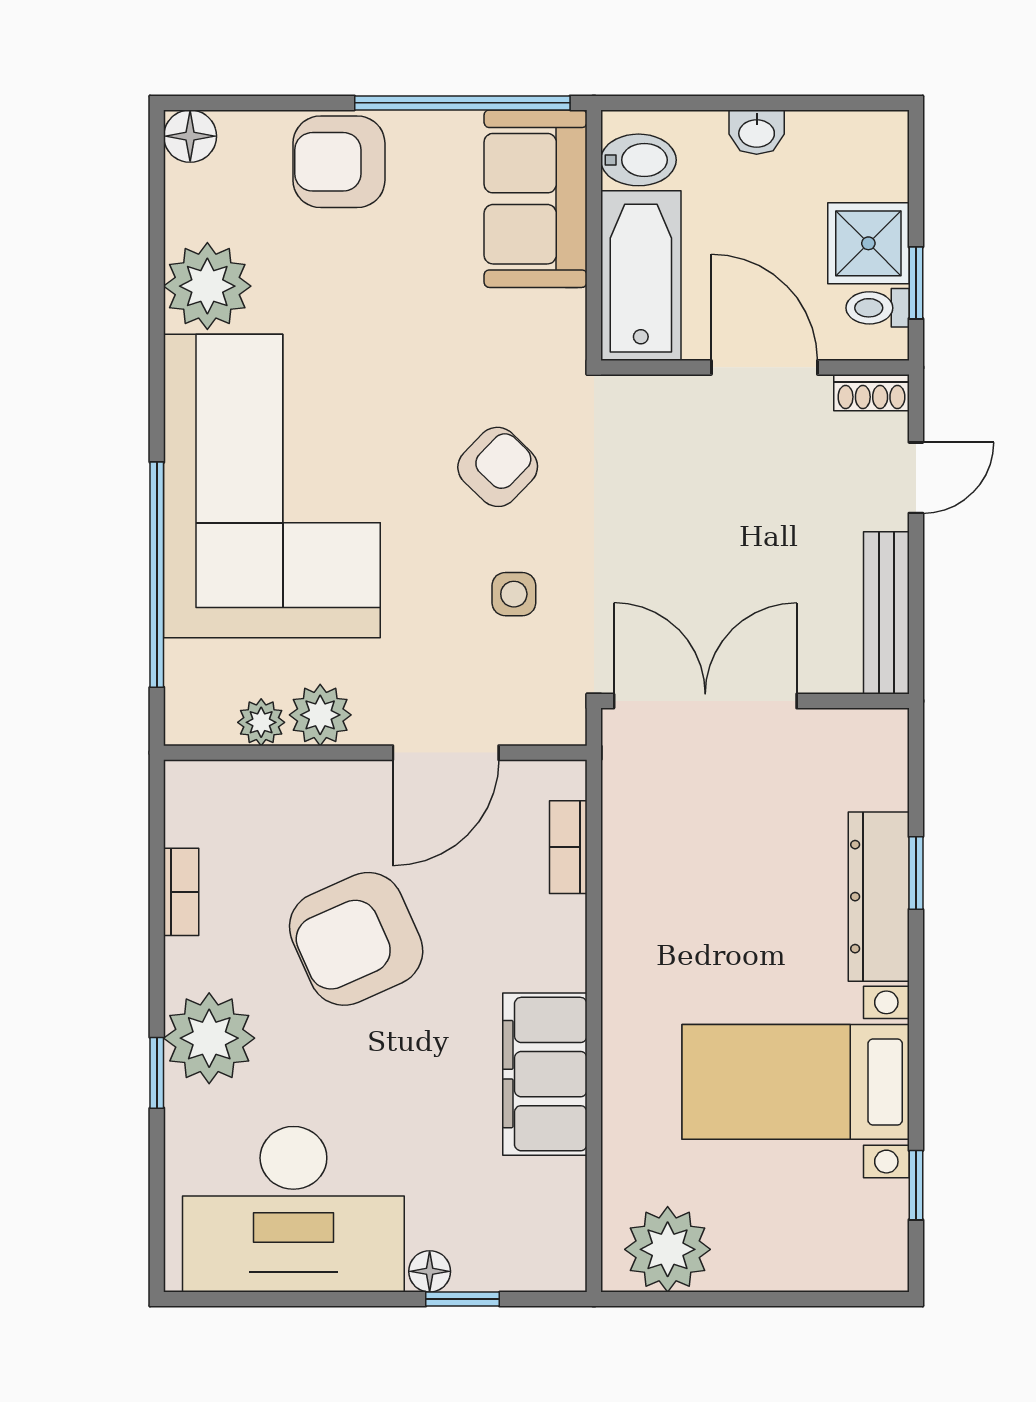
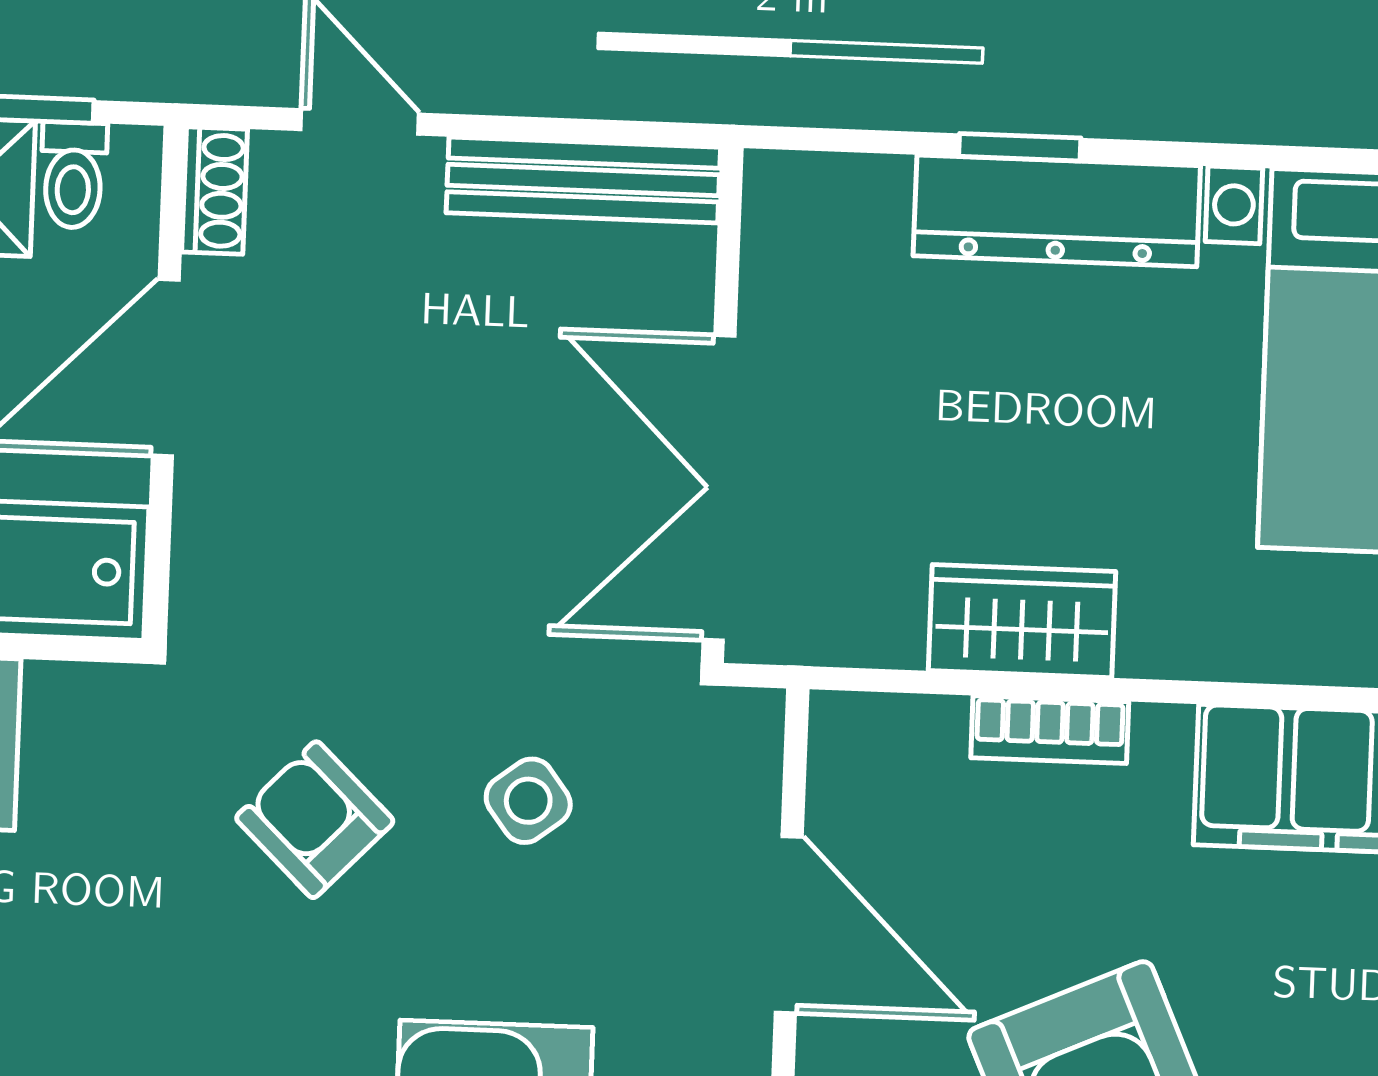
side table: (514, 594) -> (528, 801), turned -37
bookcase: (568, 847) -> (1050, 730), moved
wardrobe: (633, 885) -> (1022, 621), added

